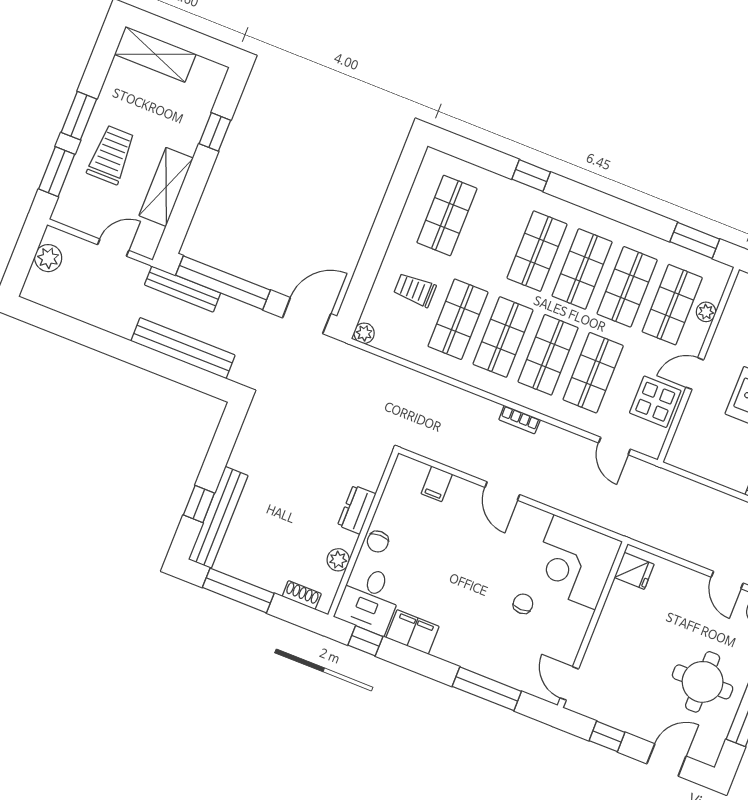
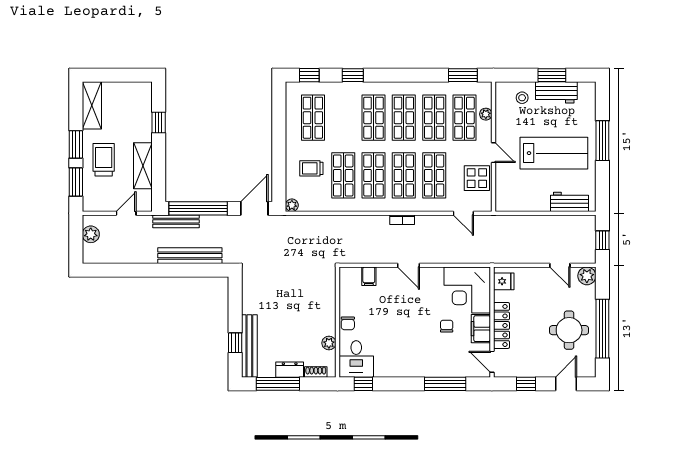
shelving: (155, 54) -> (92, 105), moved, turned 90
window: (467, 150) -> (309, 75), added
door: (695, 374) -> (494, 153), swing flipped
dresser: (357, 510) -> (290, 370), moved, turned 90
filing cabinet: (413, 632) -> (481, 329), moved, turned -90
locker: (605, 635) -> (501, 325), added

